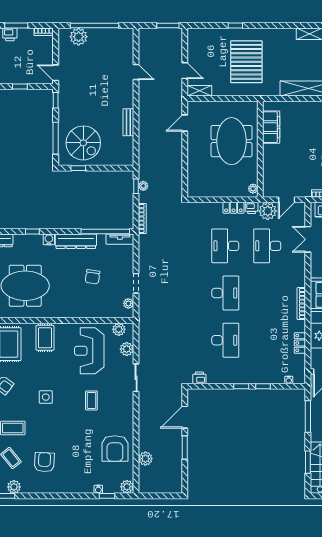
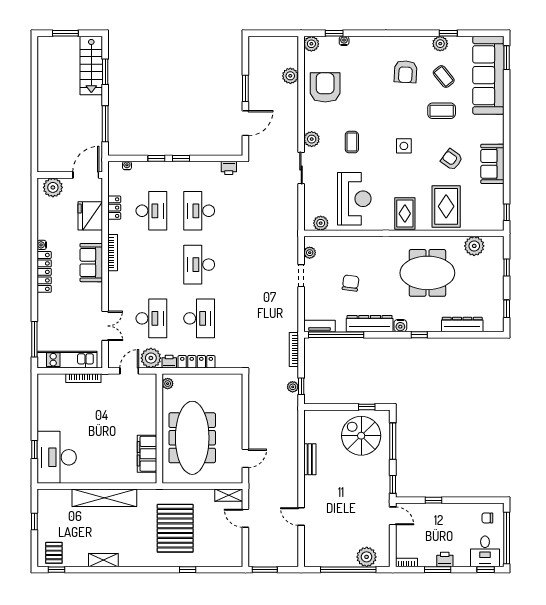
meeting table: (232, 141) -> (192, 438), width x1.36
locker: (233, 208) -> (197, 362), width x1.53
desk: (267, 340) -> (151, 211), added
plant: (127, 349) -> (312, 139), moved

